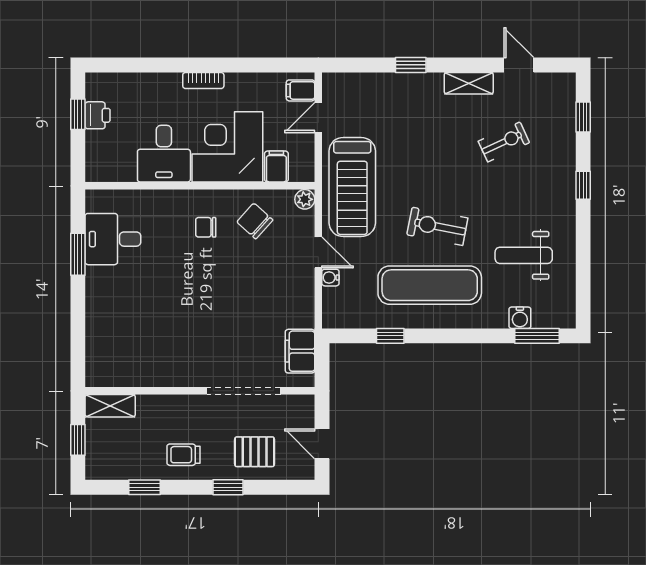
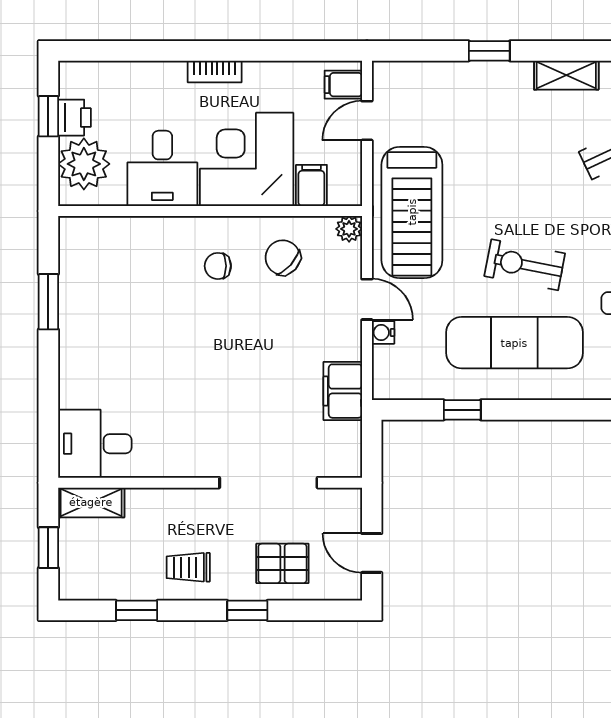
plant: (105, 150) -> (84, 164), added
desk: (113, 239) -> (95, 444), moved
filing cabinet: (300, 351) -> (343, 391), moved

